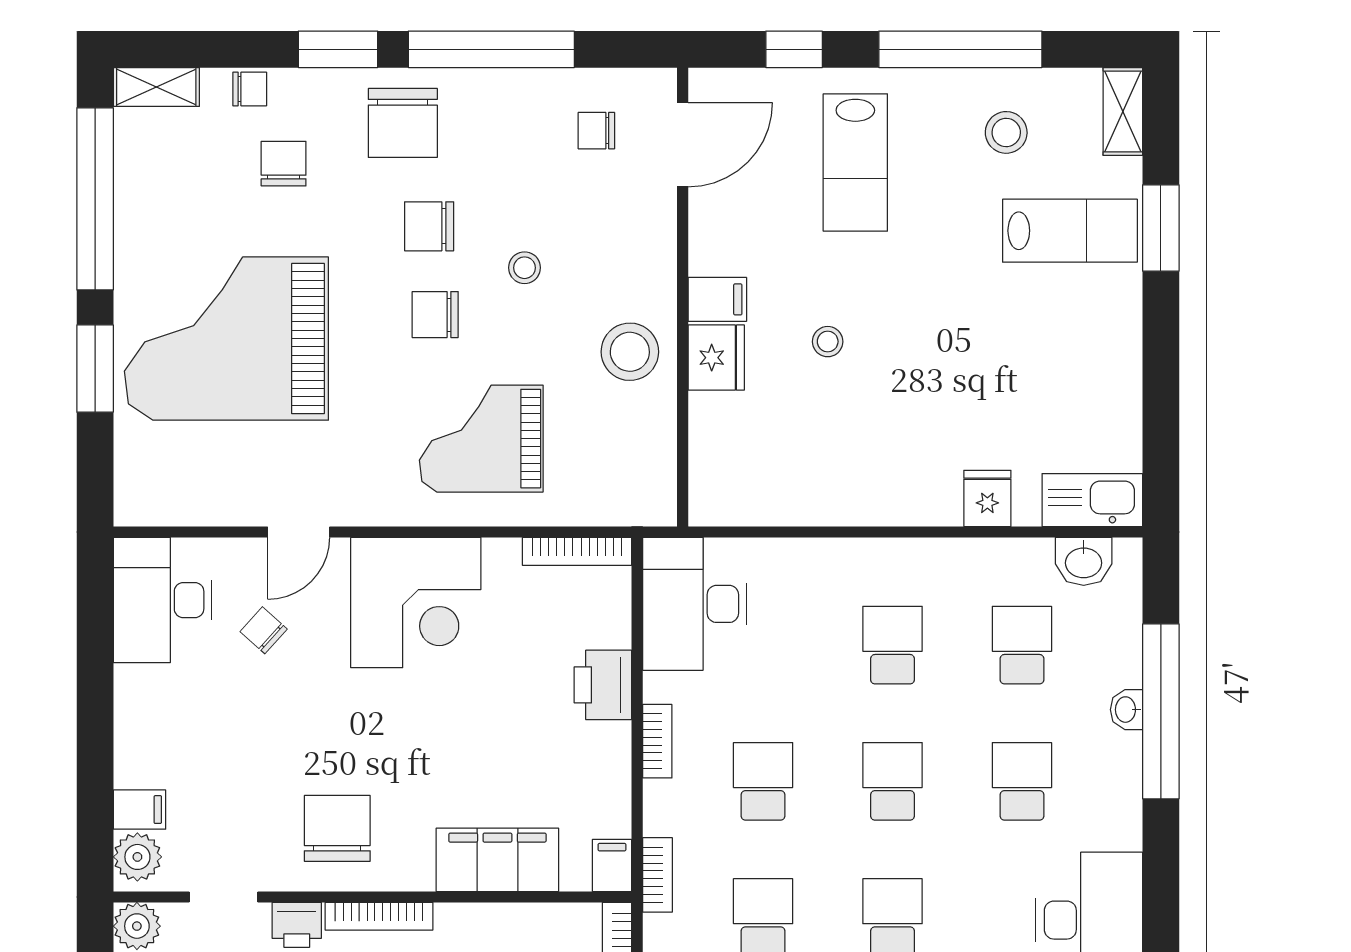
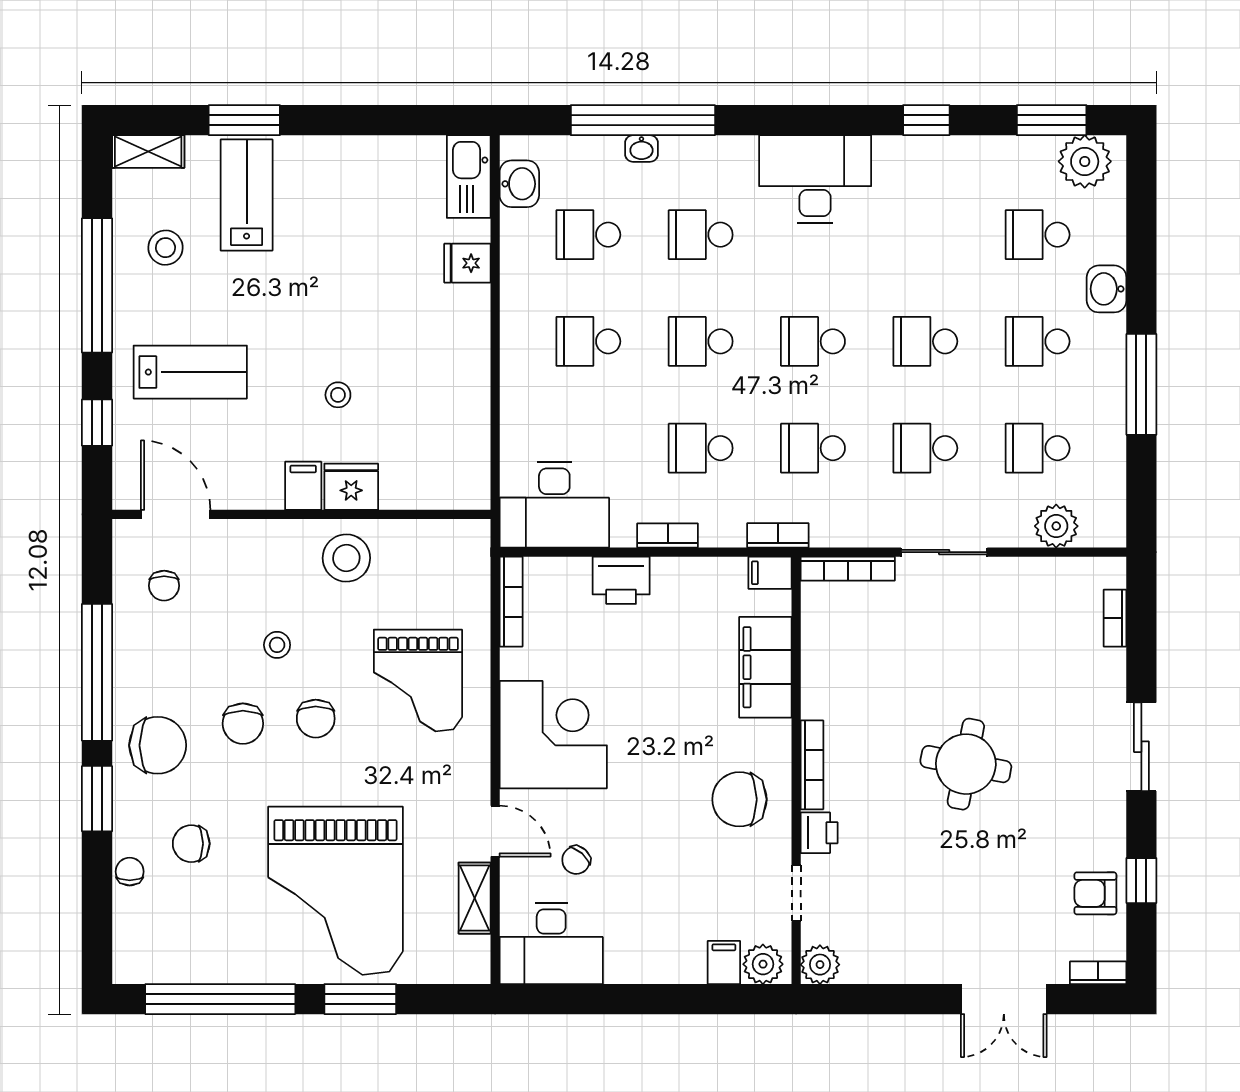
shelving: (156, 87) -> (475, 898), moved

